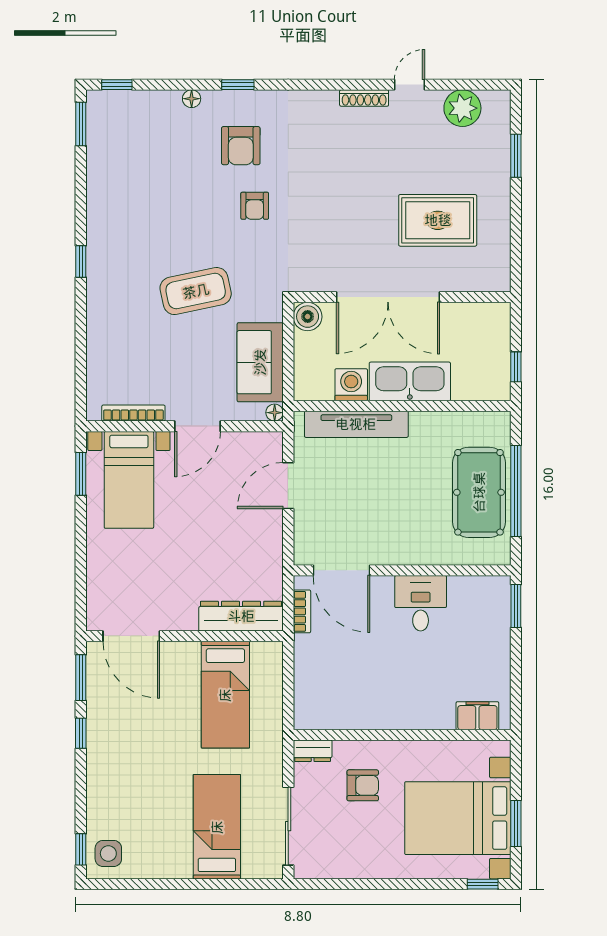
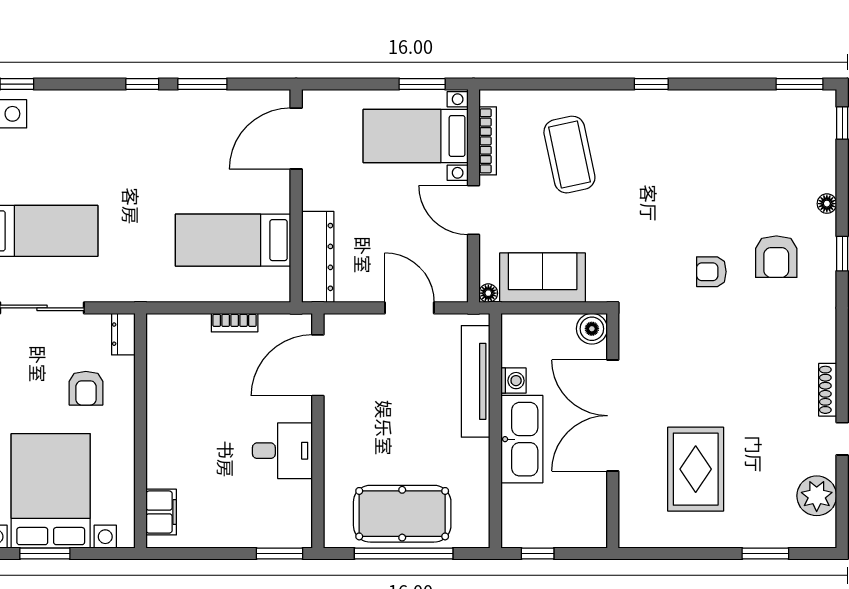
armchair: (241, 146) -> (776, 257), turned -90
coffee table: (196, 291) -> (569, 155), moved
washing machine: (351, 385) -> (513, 381), width x0.73, depth x0.73
bookcase: (302, 611) -> (235, 323), moved
dresser: (241, 616) -> (318, 257), moved
door: (131, 636) -> (296, 139), moved
wall: (184, 636) -> (296, 196), moved
bed: (225, 695) -> (233, 240), moved

